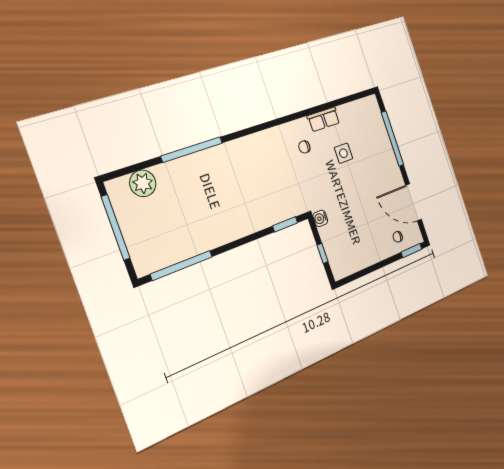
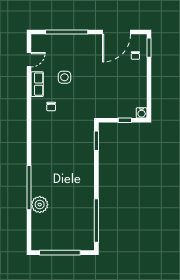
door: (347, 100) -> (29, 60), added
plant: (143, 183) -> (40, 205), moved
water cooler: (320, 218) -> (142, 113), moved

